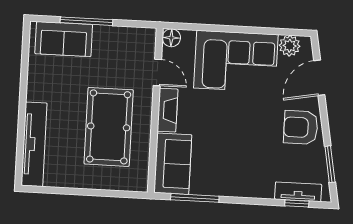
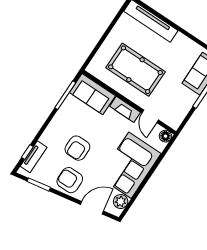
door: (157, 72) -> (150, 116), hinge flipped
door: (319, 78) -> (92, 208), hinge flipped
armchair: (301, 127) -> (70, 180), turned -90
armchair: (254, 142) -> (77, 148), added

